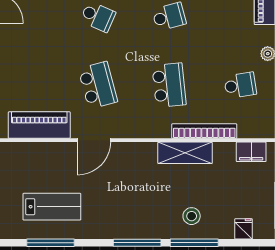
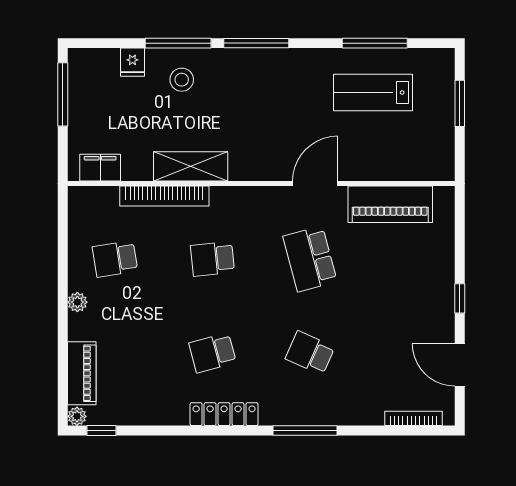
school desk: (169, 85) -> (213, 259), width x0.54
fridge: (244, 229) -> (132, 62), moved

